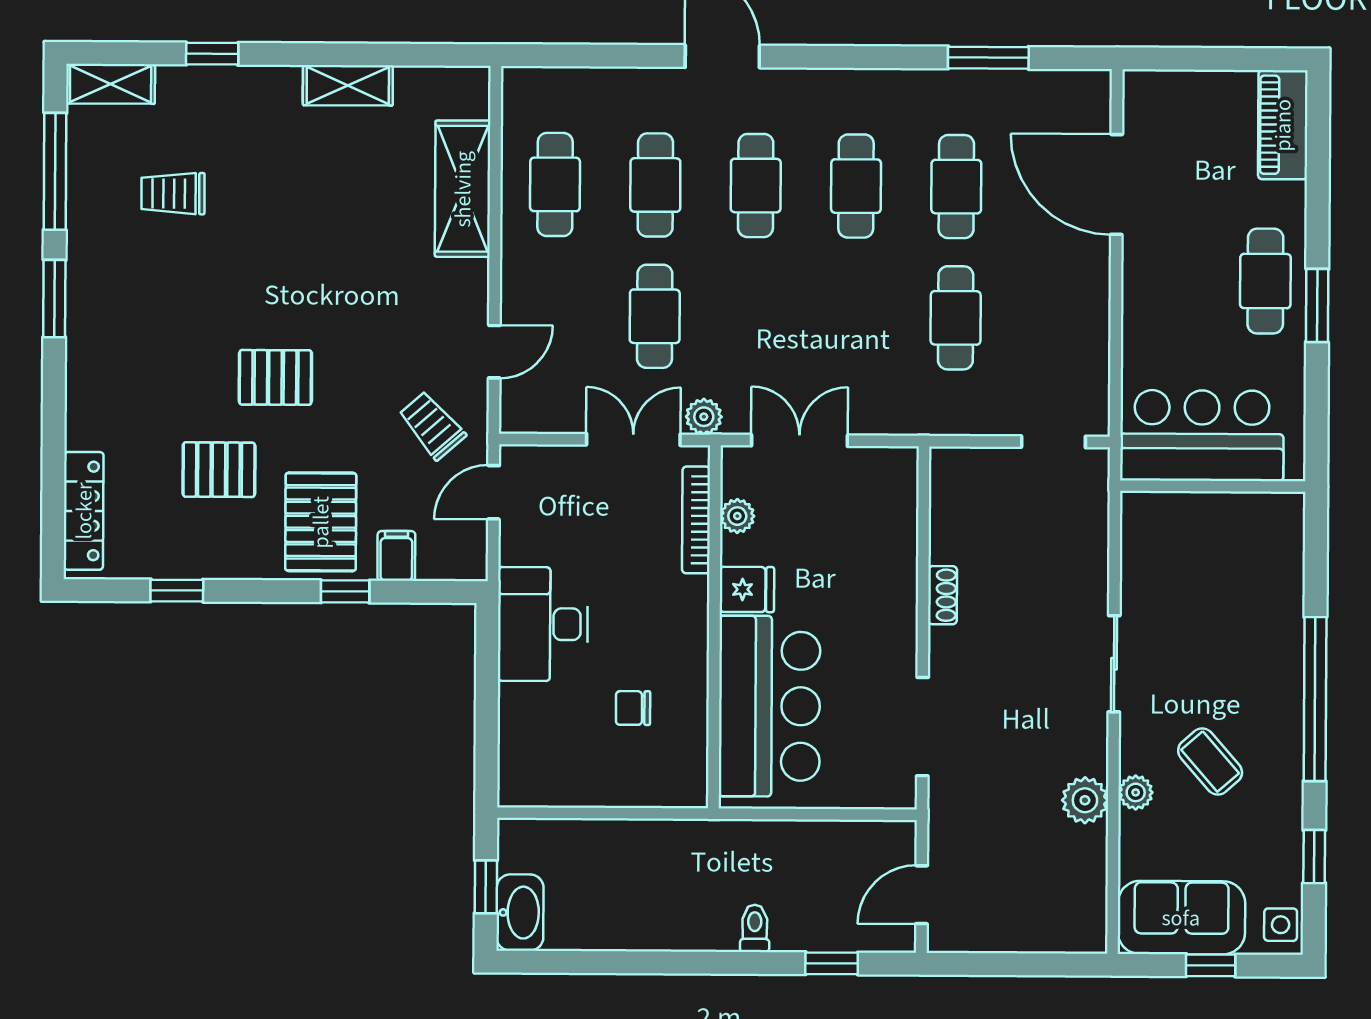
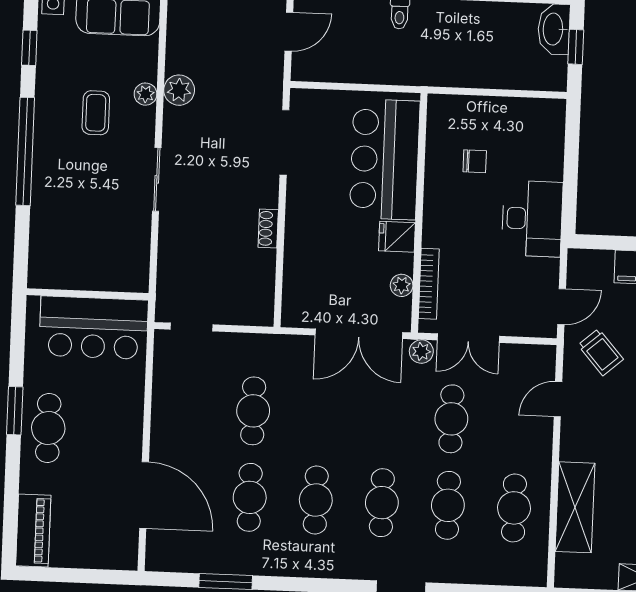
double door: (799, 440) -> (359, 334), width x1.37
coffee table: (1210, 761) -> (96, 113), turned 41

